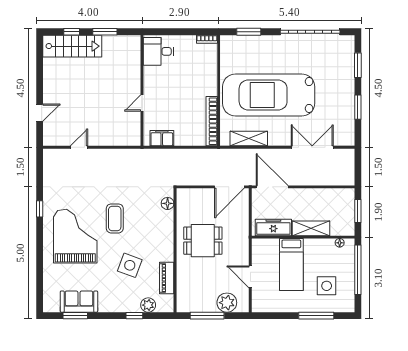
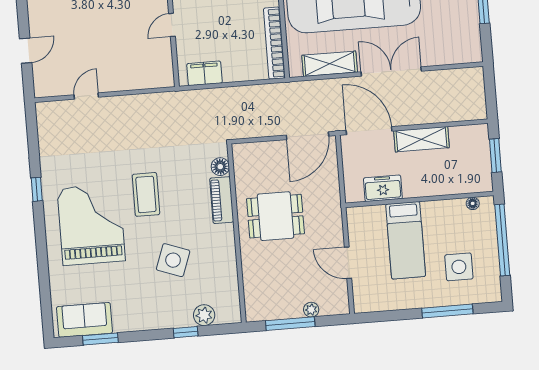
double door: (312, 147) -> (391, 71), moved
freezer: (273, 227) -> (383, 188), width x0.71
shelving: (311, 228) -> (421, 139), moved
piano: (167, 278) -> (222, 200), moved
sofa: (79, 302) -> (85, 320), moved
plant: (227, 303) -> (311, 310), width x0.53, depth x0.53

